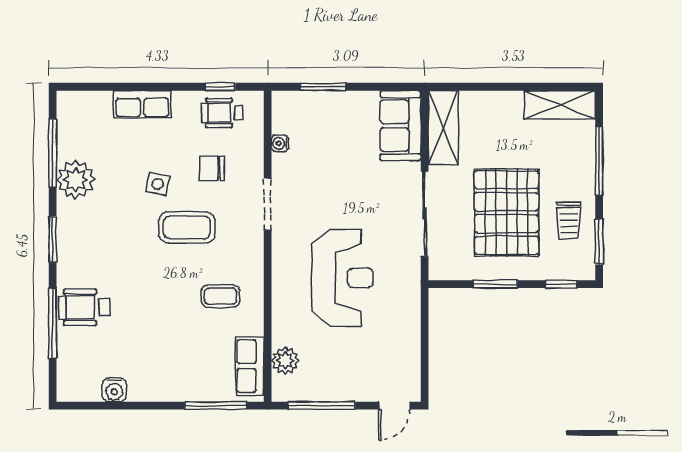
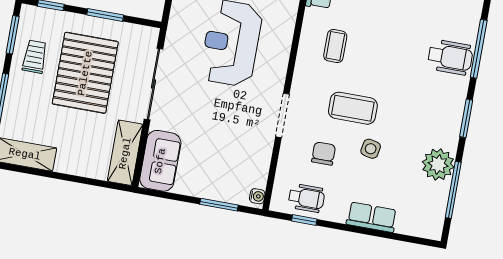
water cooler: (280, 143) -> (257, 196), moved
chair: (212, 168) -> (324, 154), turned -90
coffee table: (220, 296) -> (335, 46), turned 90

